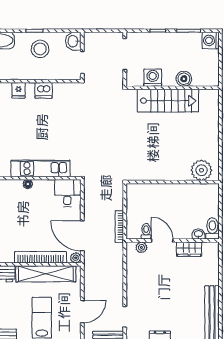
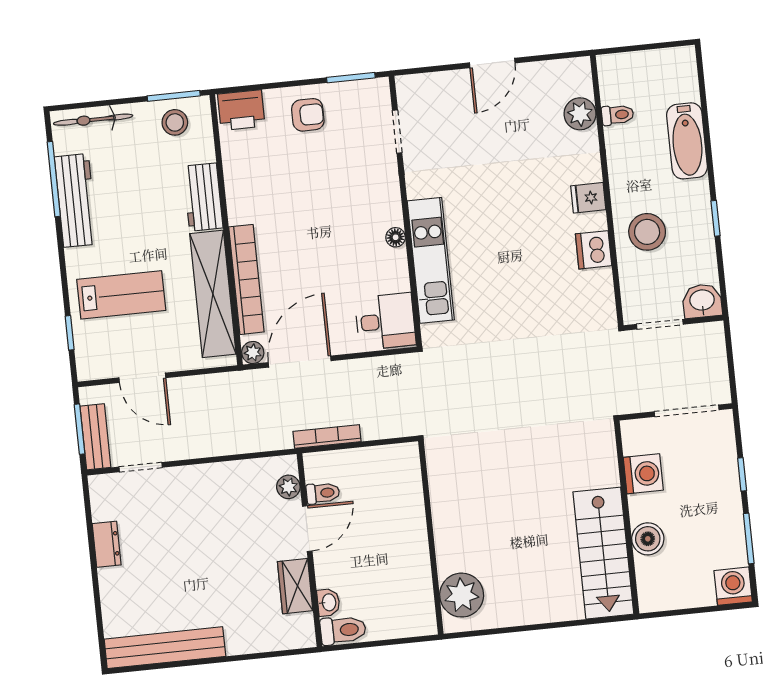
stool: (40, 49) -> (647, 232), moved
stairs: (168, 101) -> (603, 553), moved

